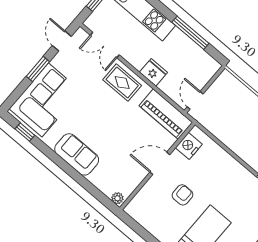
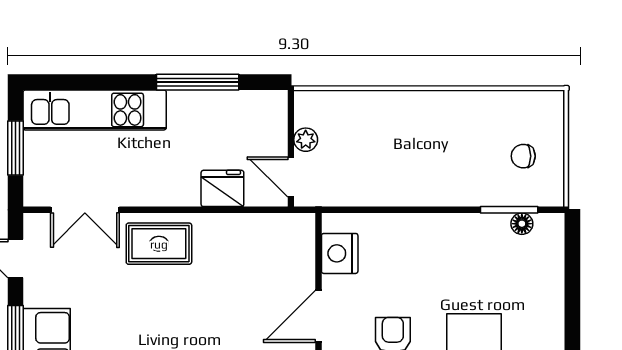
fridge: (153, 72) -> (222, 188), moved
plant: (213, 91) -> (306, 140), added
piano: (166, 114) -> (265, 235), removed

